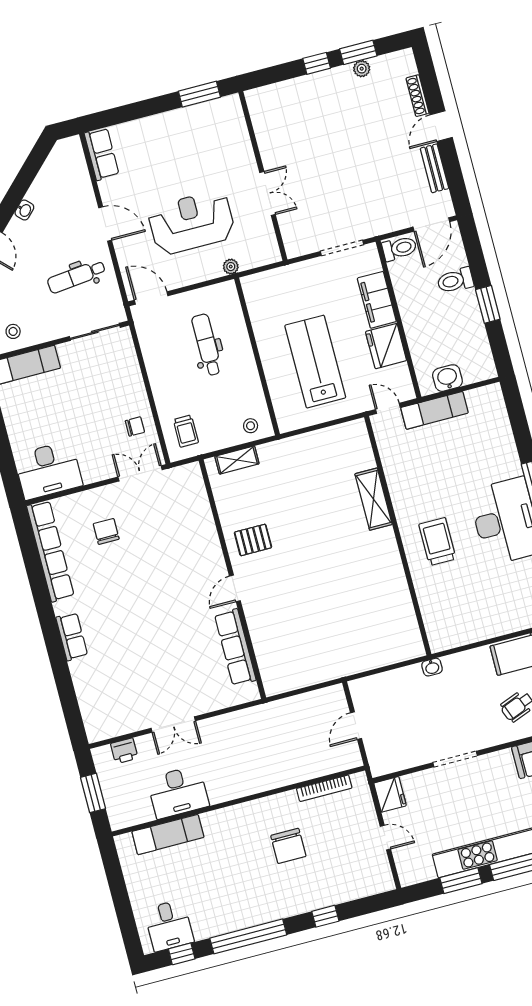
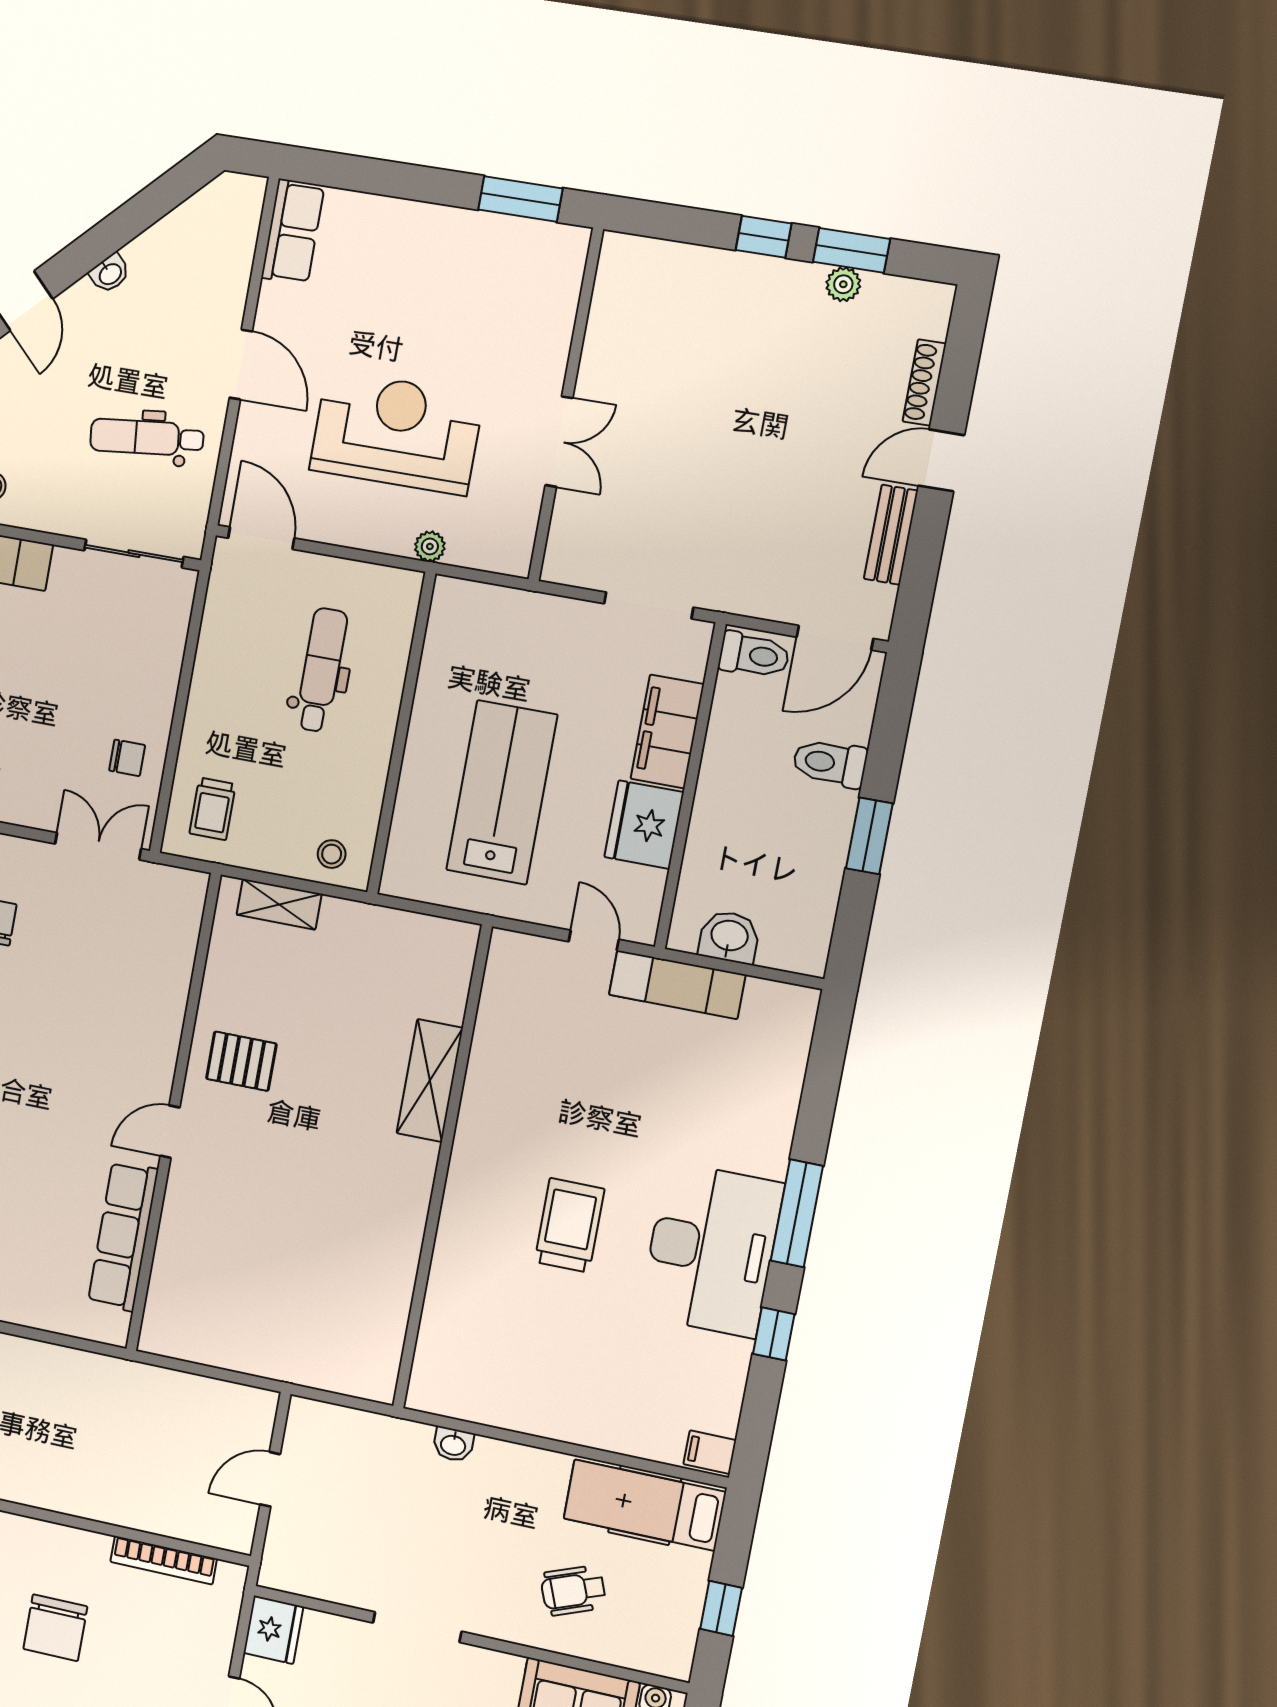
shelving: (373, 499) -> (430, 1081), moved
wall: (398, 536) -> (442, 1167), moved

